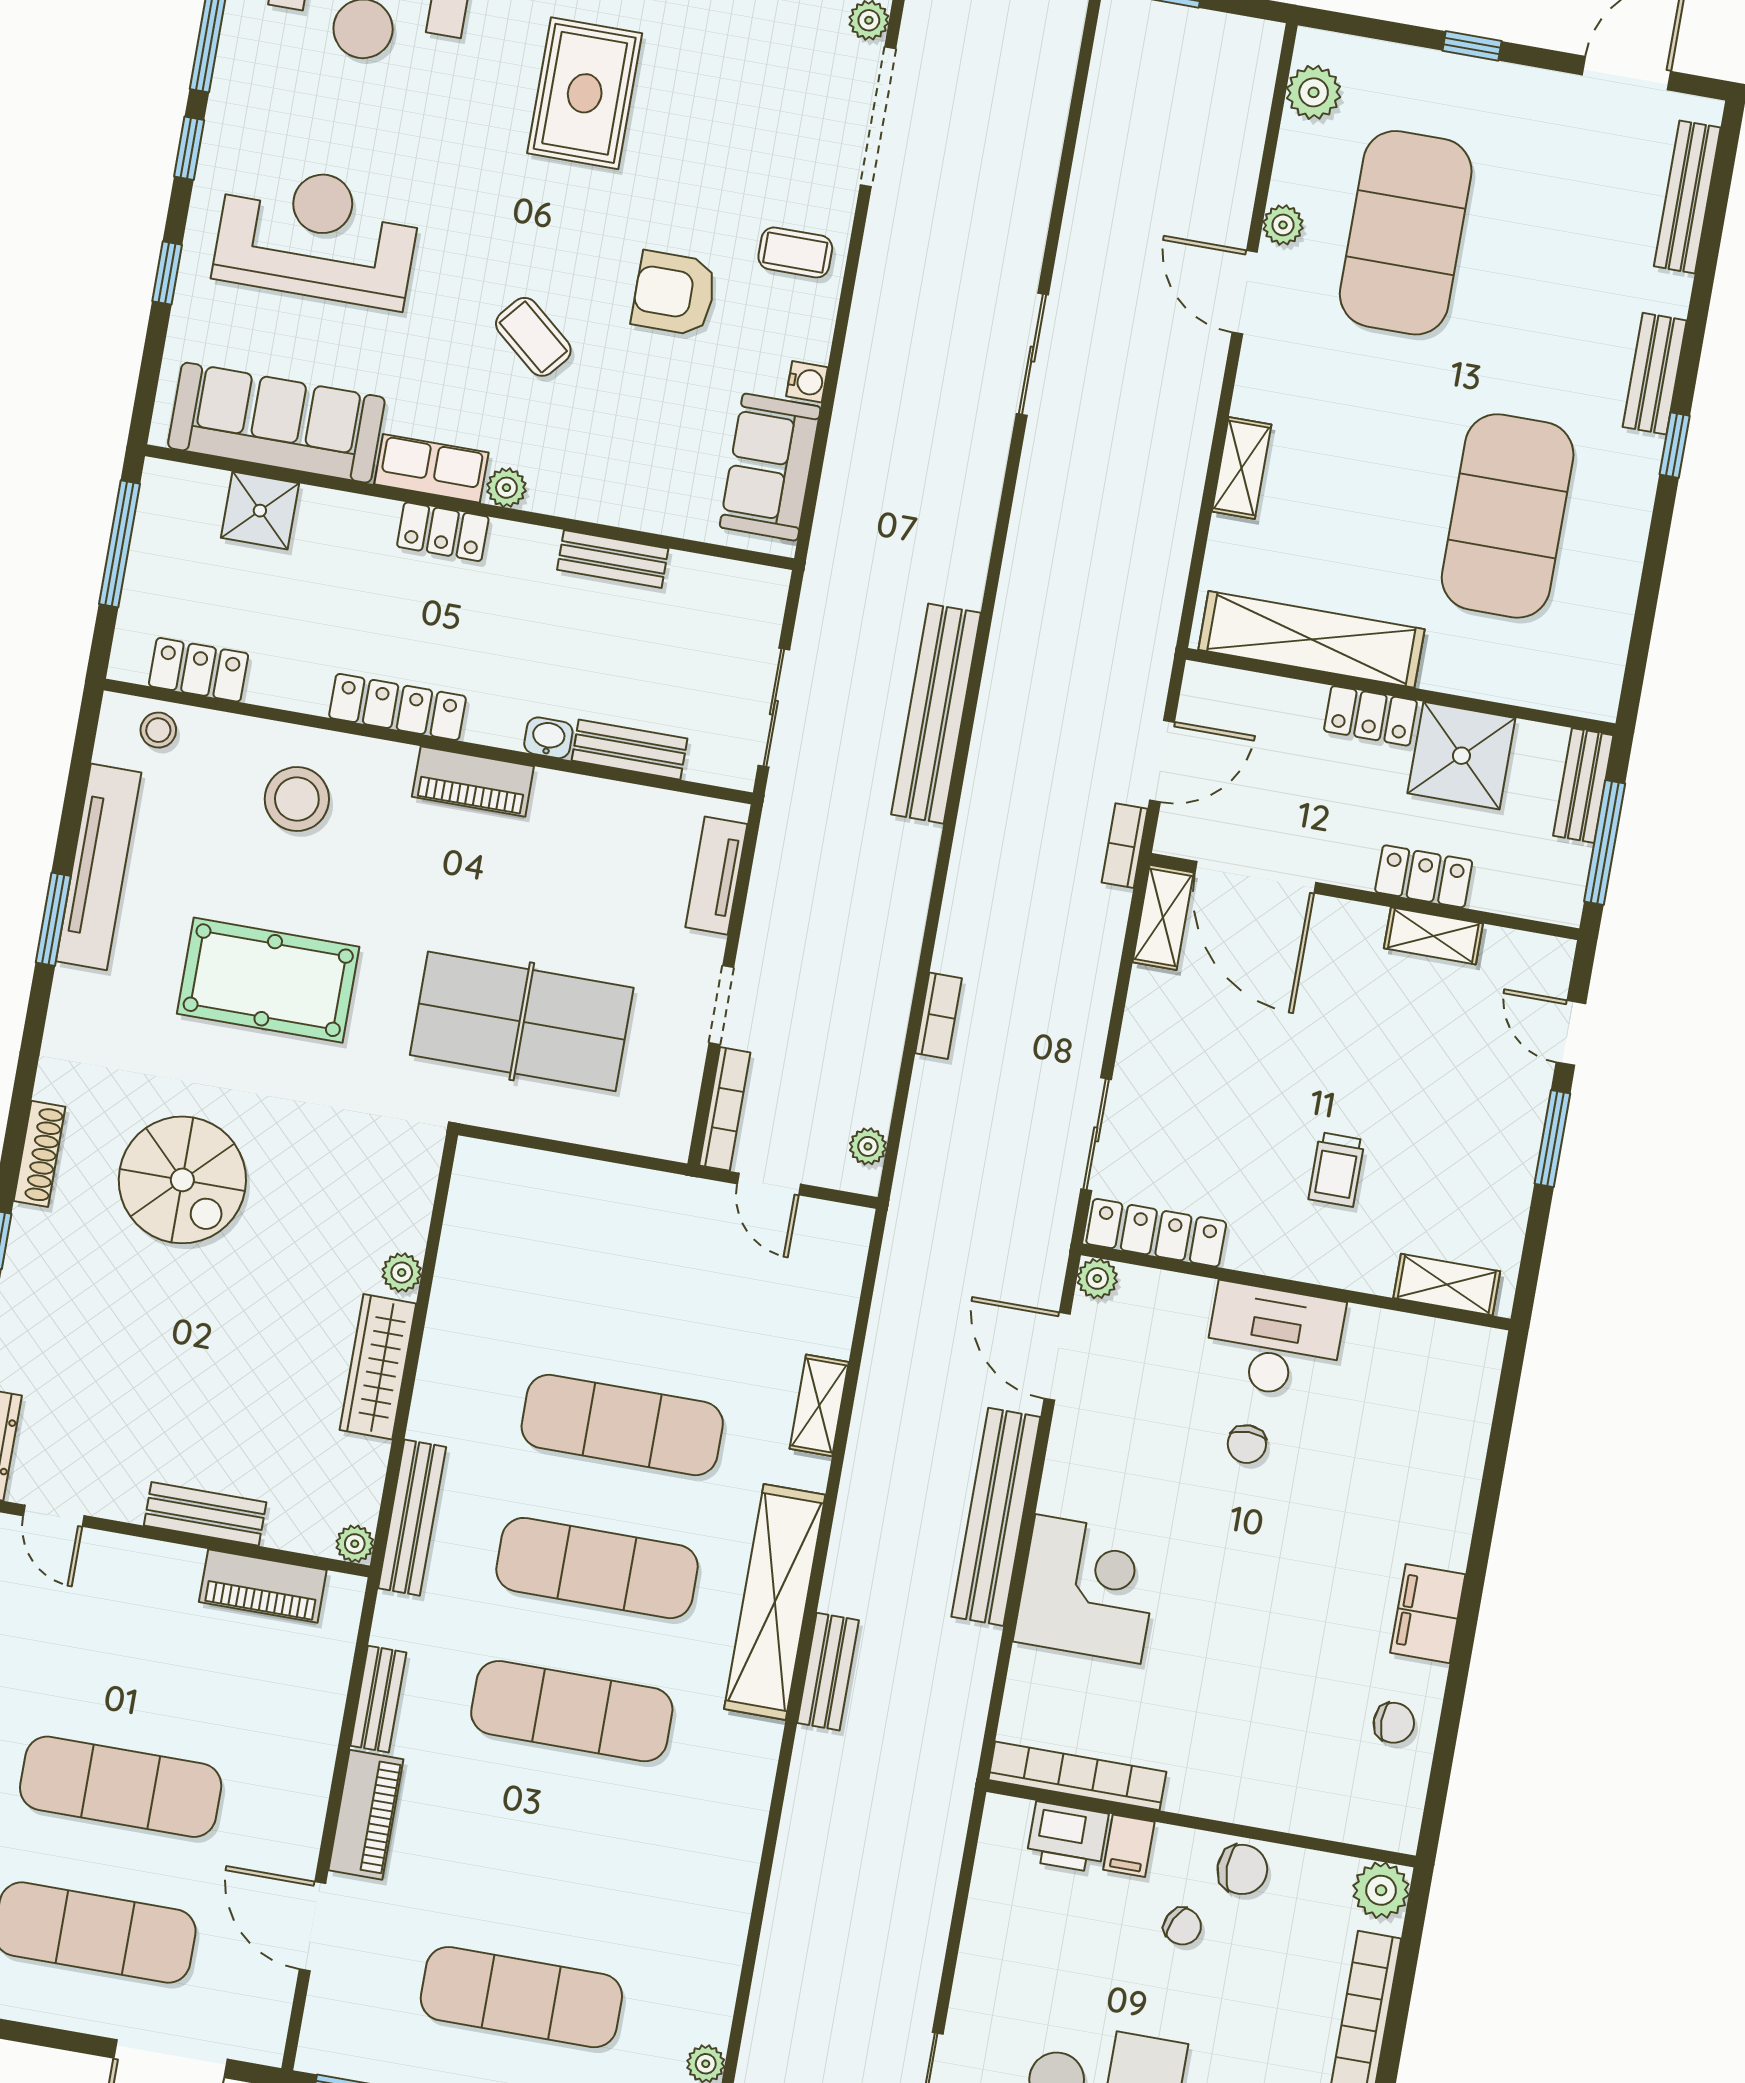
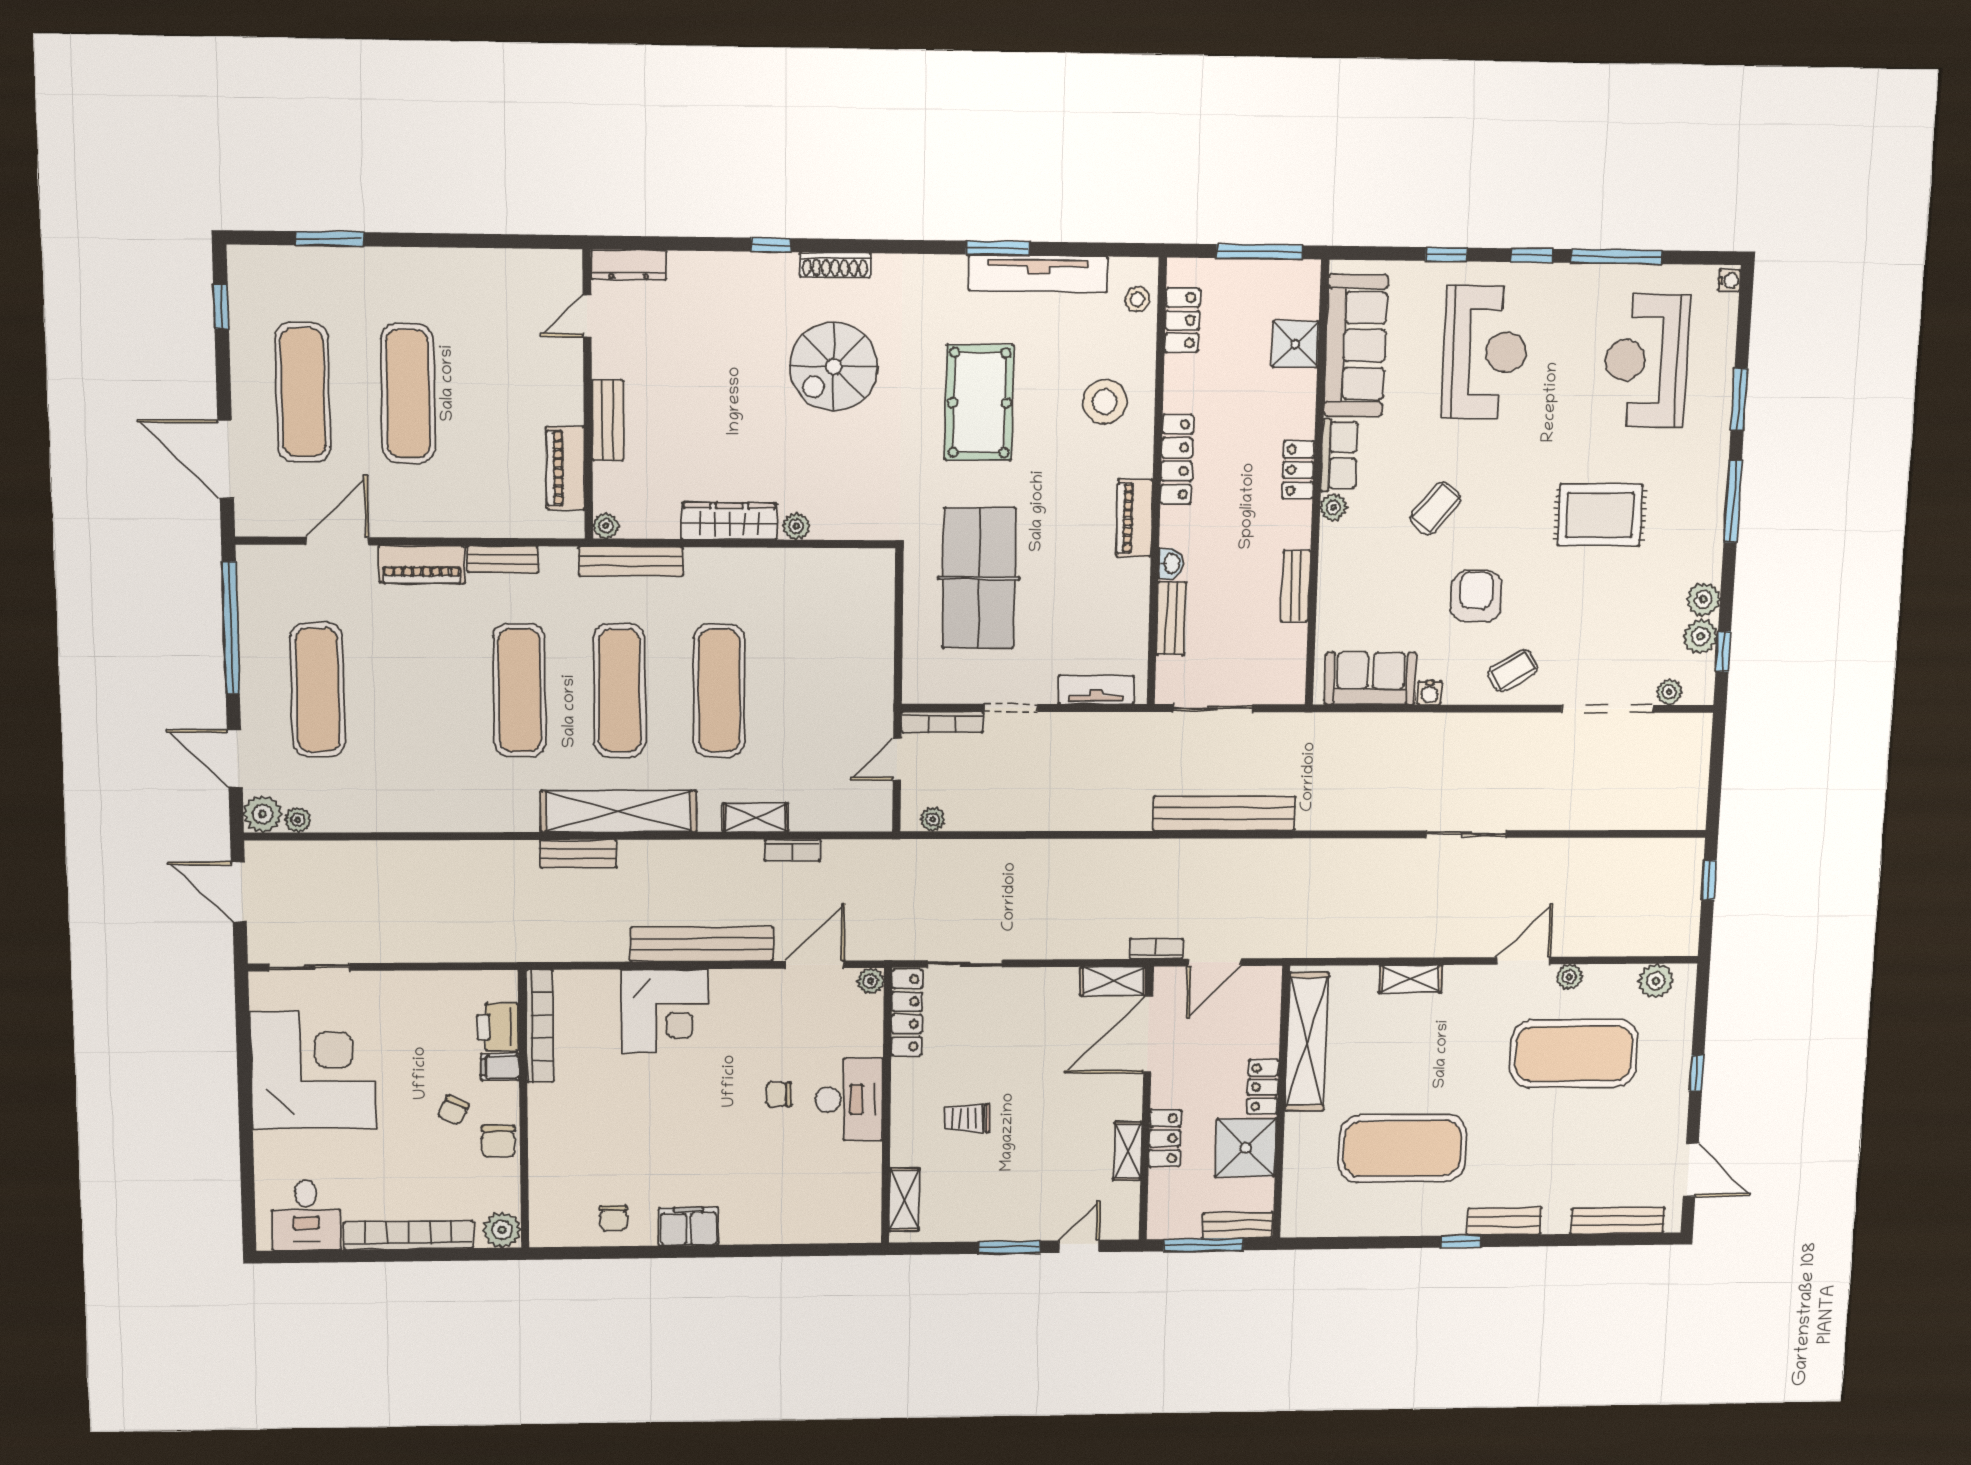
coffee table: (795, 252) -> (1513, 671), turned 59
door: (1162, 761) -> (1215, 962), hinge flipped
bookcase: (939, 1016) -> (793, 850), moved

